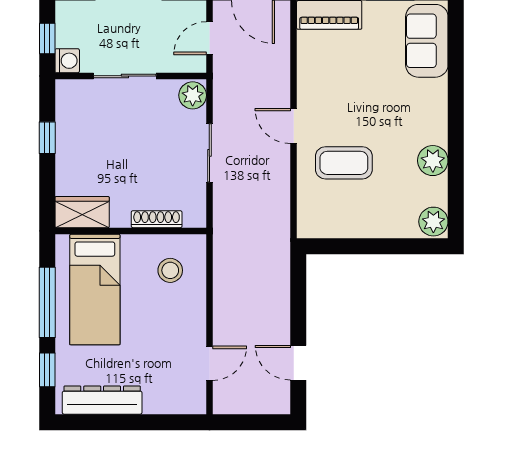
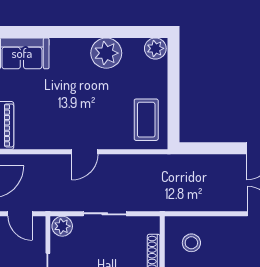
plant: (433, 161) -> (106, 53), width x1.36, depth x1.36
coffee table: (344, 163) -> (146, 120), moved

